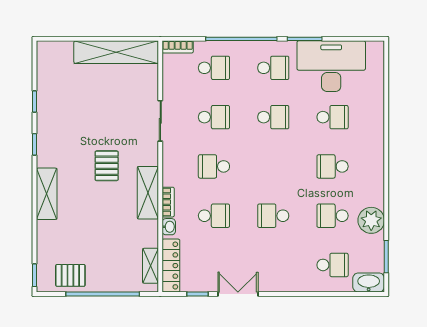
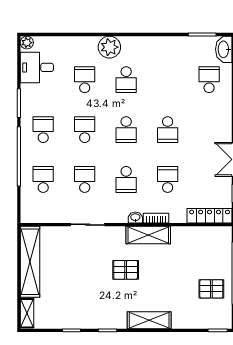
bookcase: (178, 47) -> (26, 210), removed
plant: (377, 48) -> (27, 43), added
desk: (331, 66) -> (37, 67), width x0.53, depth x0.77
school desk: (333, 216) -> (126, 130), moved
plant: (371, 220) -> (109, 47), moved
washbasin: (169, 227) -> (135, 218), moved
shelving: (151, 266) -> (27, 313), moved, turned 90
pallet: (70, 275) -> (211, 289), moved, turned 90

